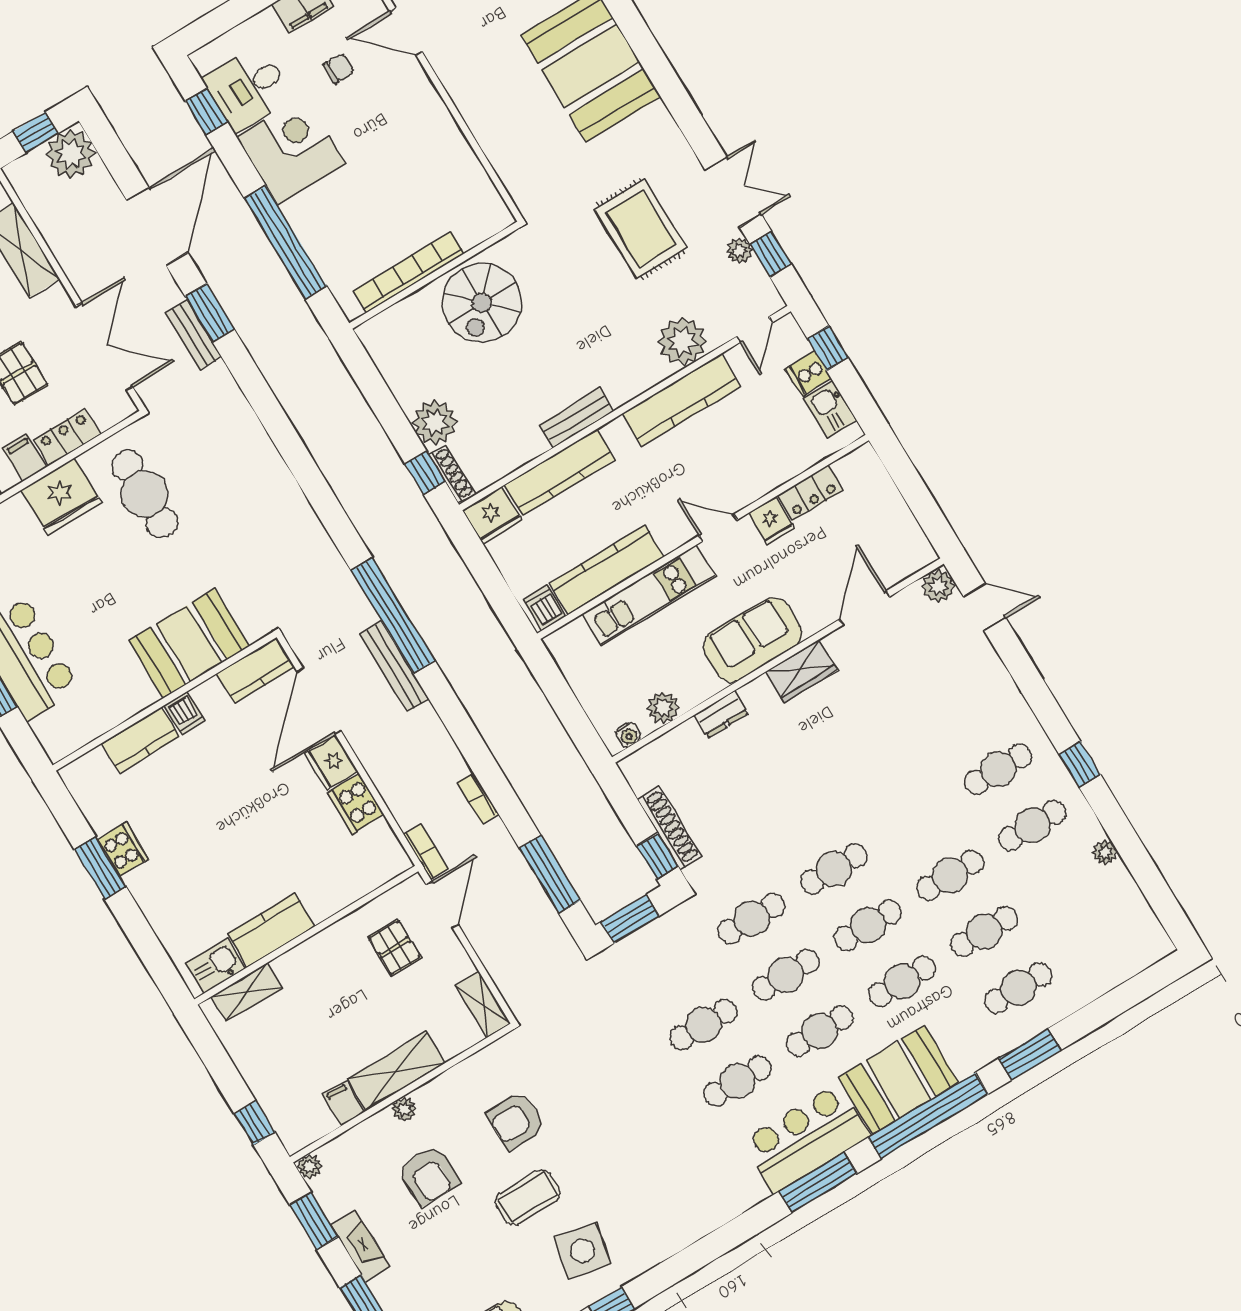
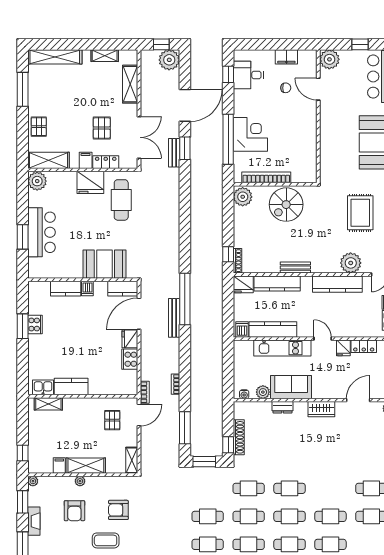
corner desk: (291, 150) -> (250, 134), moved
plant: (435, 422) -> (243, 197), moved
sofa: (753, 640) -> (291, 387), moved

